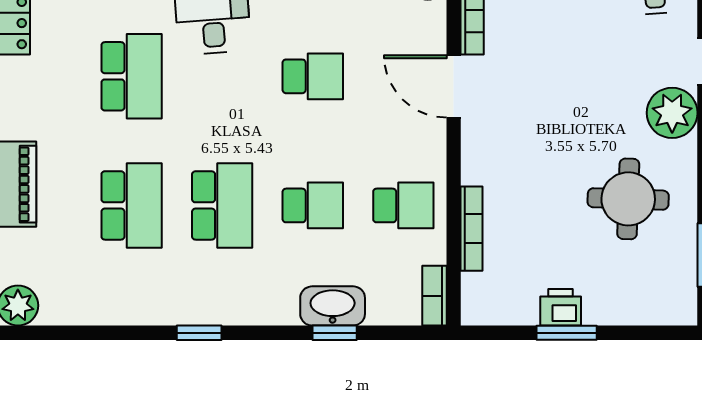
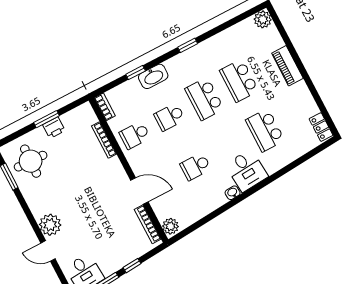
round table: (628, 199) -> (31, 161), moved
washbasin: (333, 306) -> (153, 76), moved

